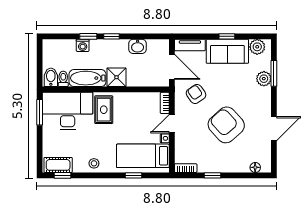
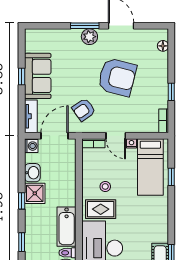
window: (88, 36) -> (22, 242), moved
washing machine: (83, 45) -> (31, 146), moved
plant: (257, 47) -> (33, 44), removed
window: (274, 73) -> (85, 26), moved
shower: (116, 77) -> (35, 193), moved
plant: (264, 79) -> (89, 37), moved
armchair: (226, 125) -> (117, 77), turned -124
stool: (94, 163) -> (105, 186), moved

